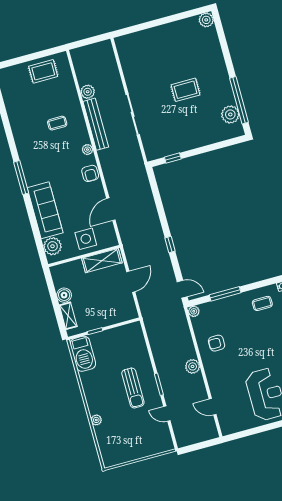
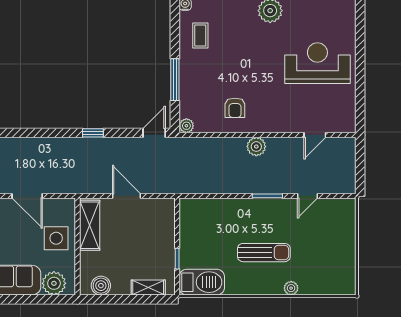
boiler: (64, 295) -> (101, 286), moved
sun lounger: (133, 388) -> (264, 253), moved

